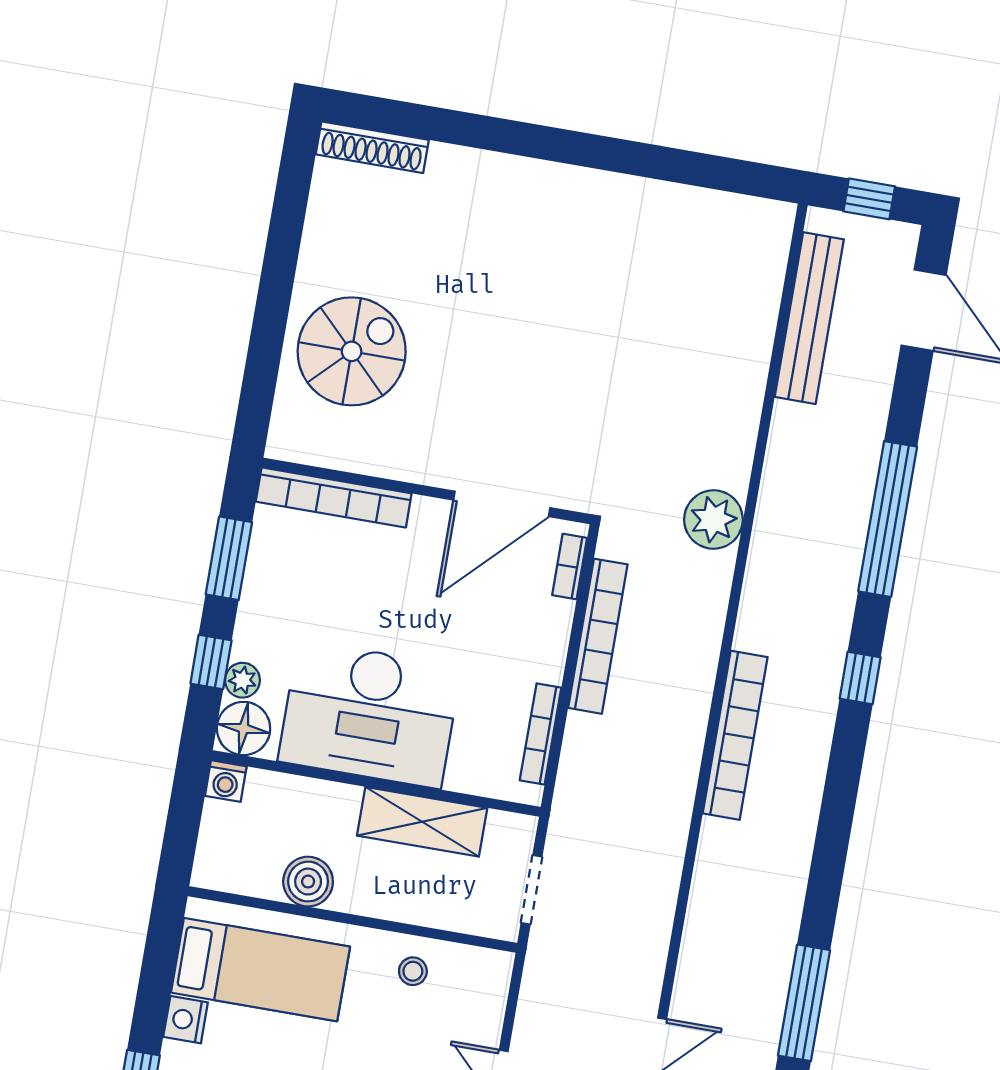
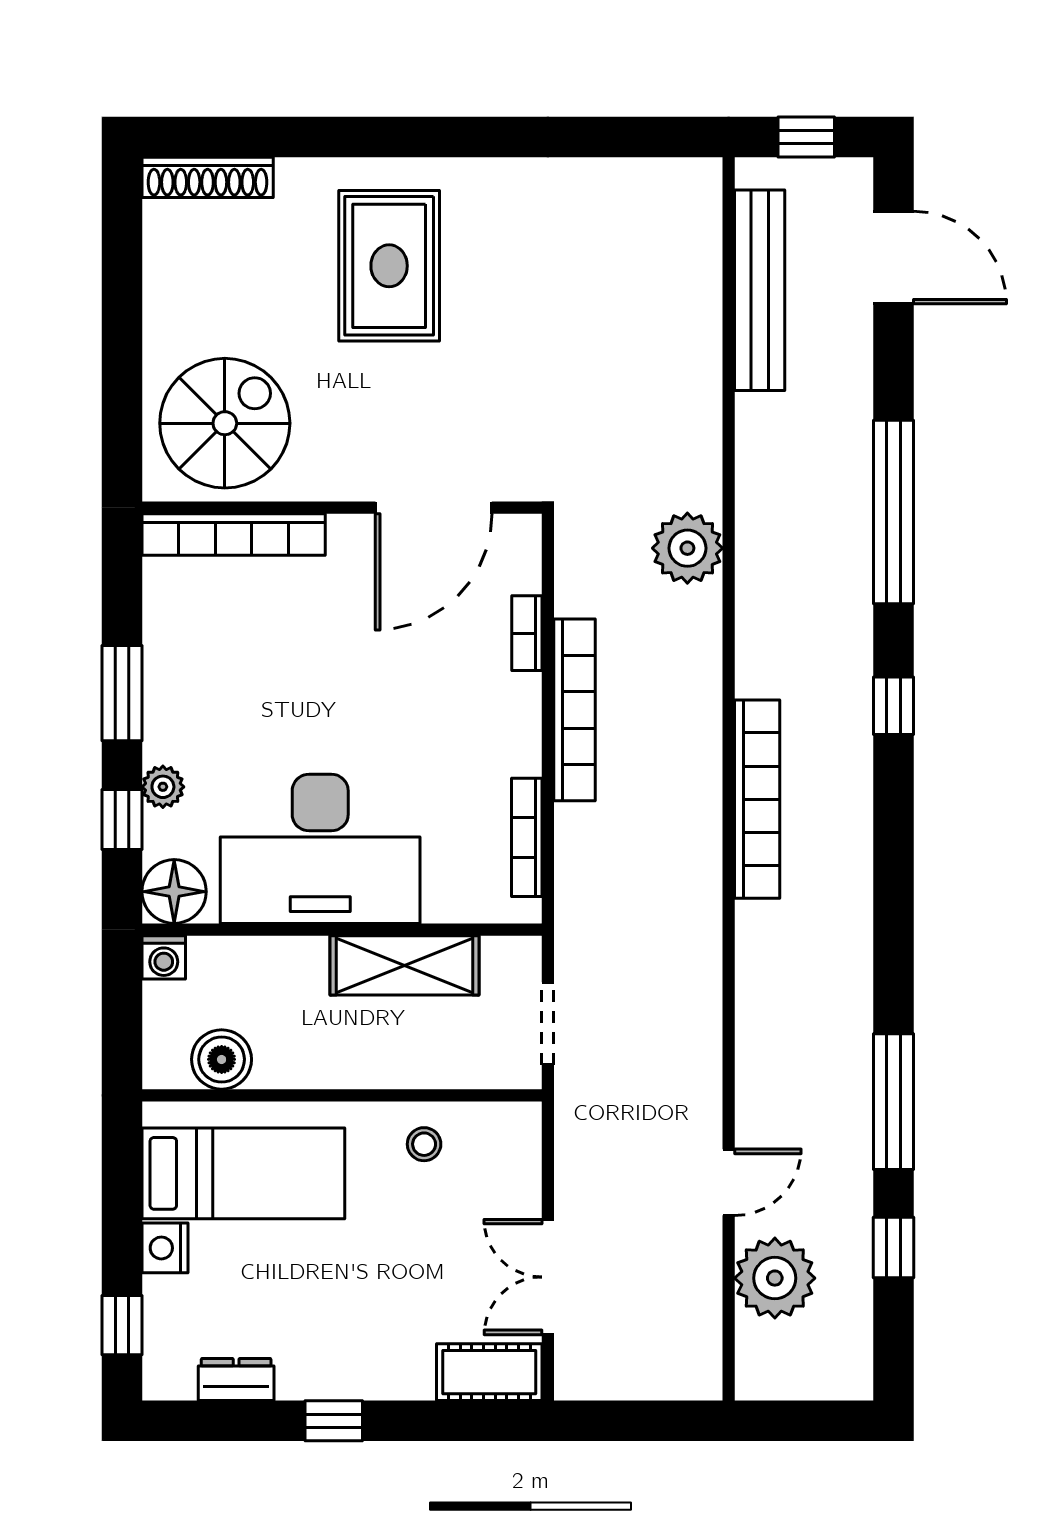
rug: (509, 246) -> (389, 266), added
wall: (426, 491) -> (342, 508), moved
bookcase: (334, 498) -> (234, 534), moved
door: (502, 504) -> (434, 508), moved
plant: (242, 680) -> (163, 787), moved
boiler: (308, 882) -> (222, 1059), moved

